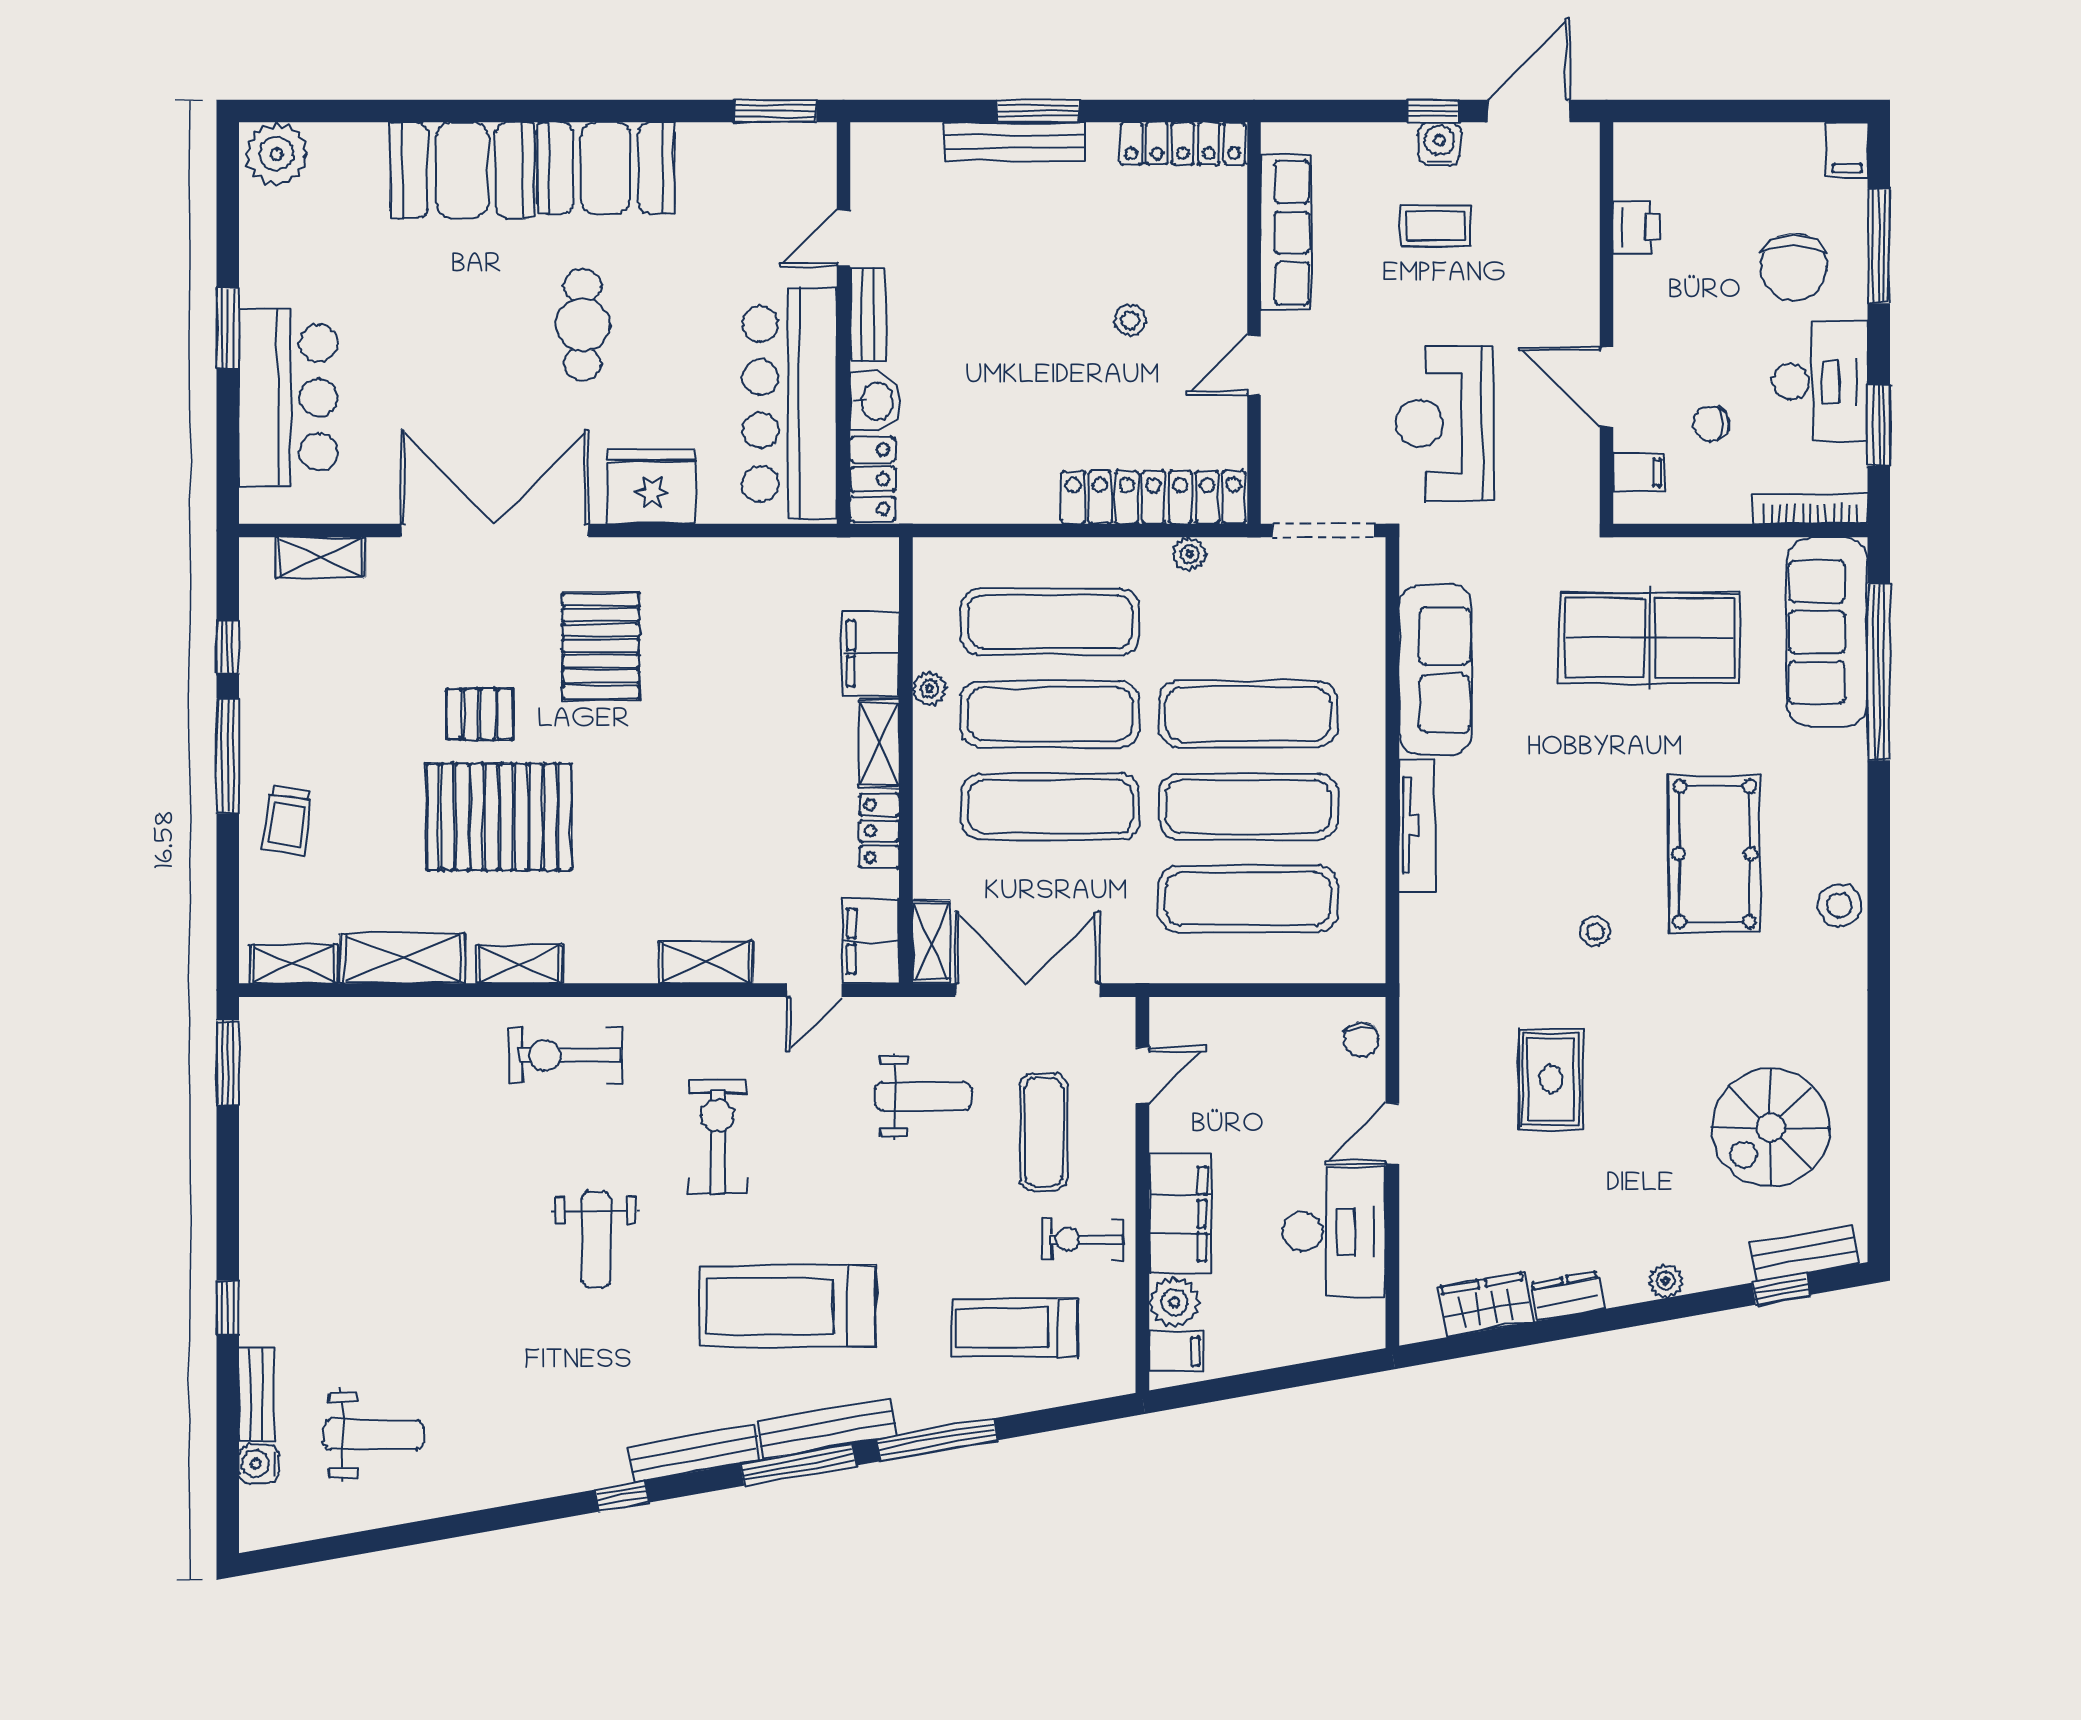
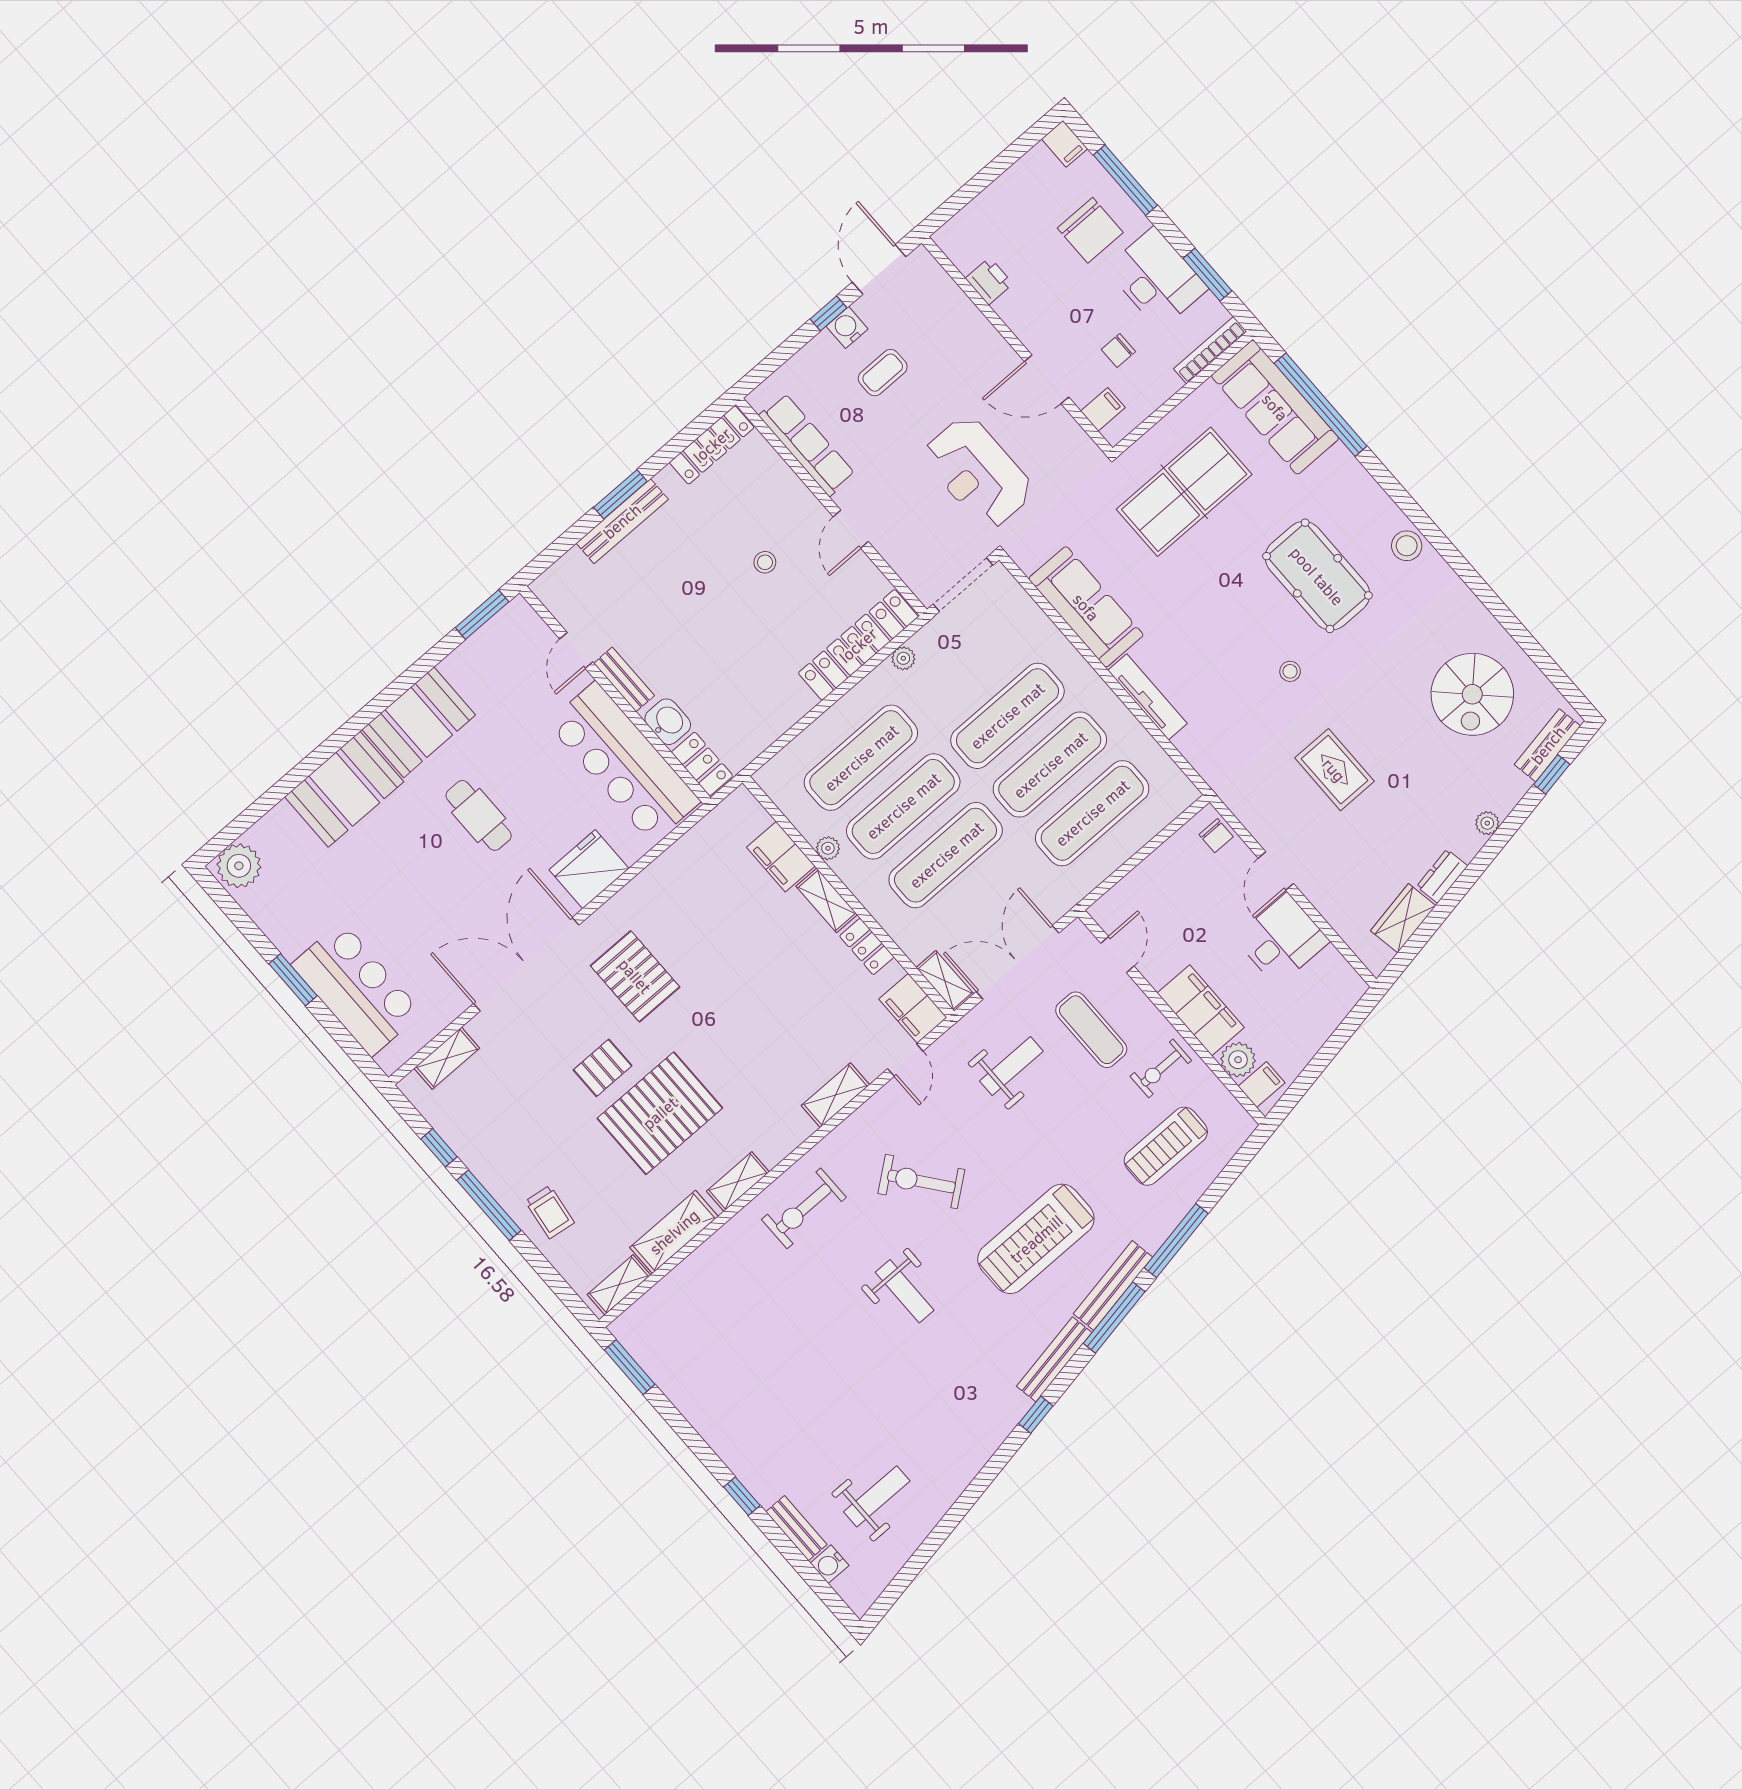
exercise bike: (717, 1136) -> (921, 1182), turned -38
desk: (1334, 1232) -> (1282, 940), width x0.73

